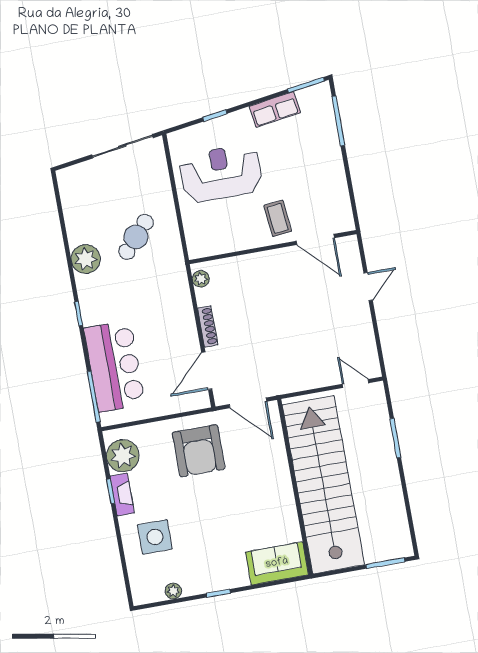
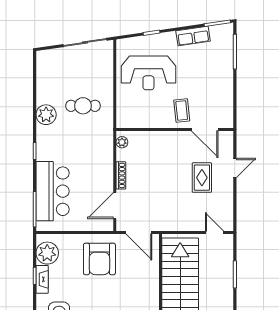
reception desk: (221, 173) -> (148, 73), turned 180
cafe table: (136, 237) -> (83, 106), turned 48
rug: (324, 309) -> (202, 178), added

